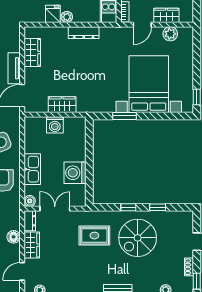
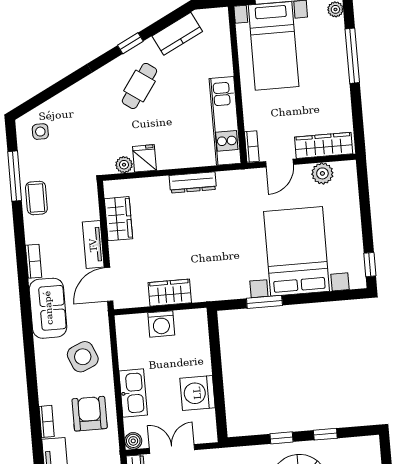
wardrobe: (166, 15) -> (324, 145), width x1.50
plant: (67, 17) -> (124, 165), moved

